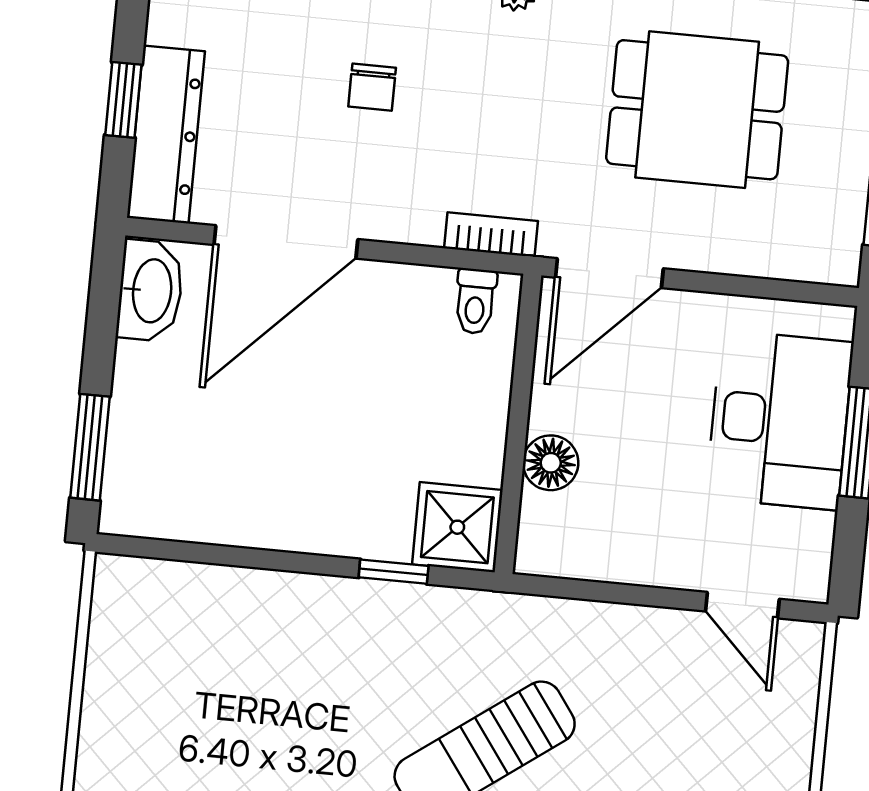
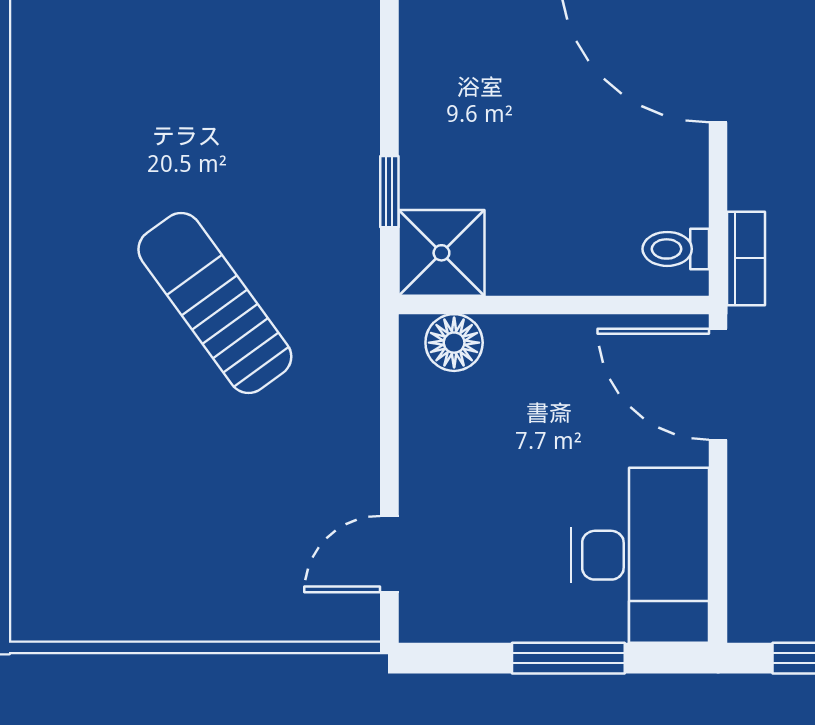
desk: (780, 420) -> (640, 555), moved, turned -90
floor lamp: (551, 463) -> (454, 343), moved

